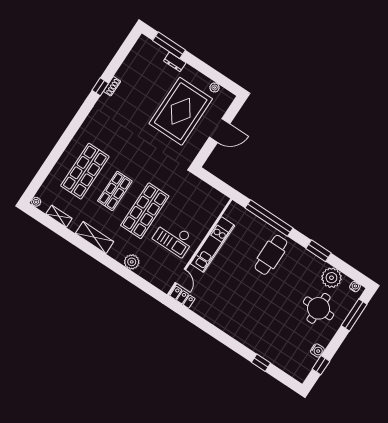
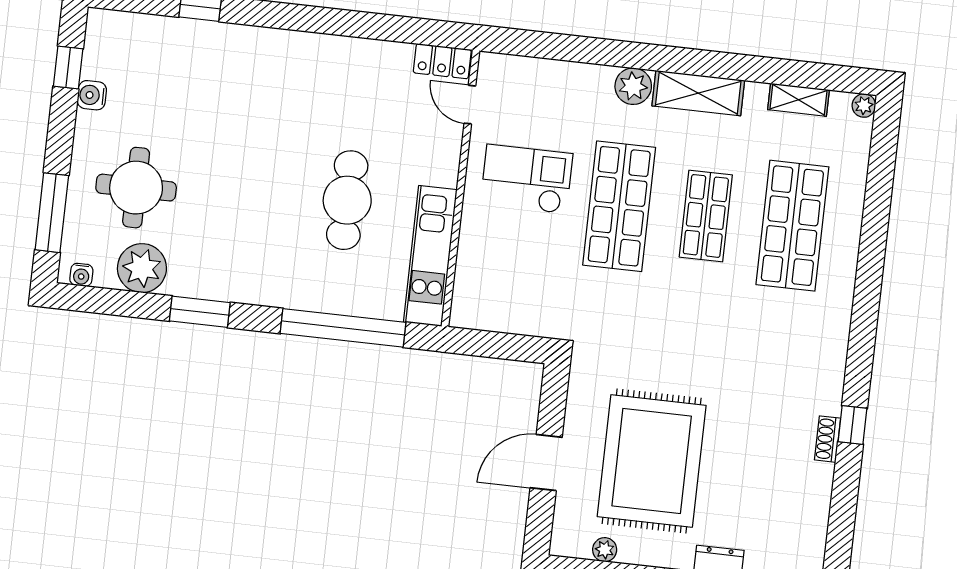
kitchen unit: (212, 245) -> (430, 256), moved
cafe table: (271, 255) -> (347, 200), moved
plant: (132, 262) -> (633, 86), moved

